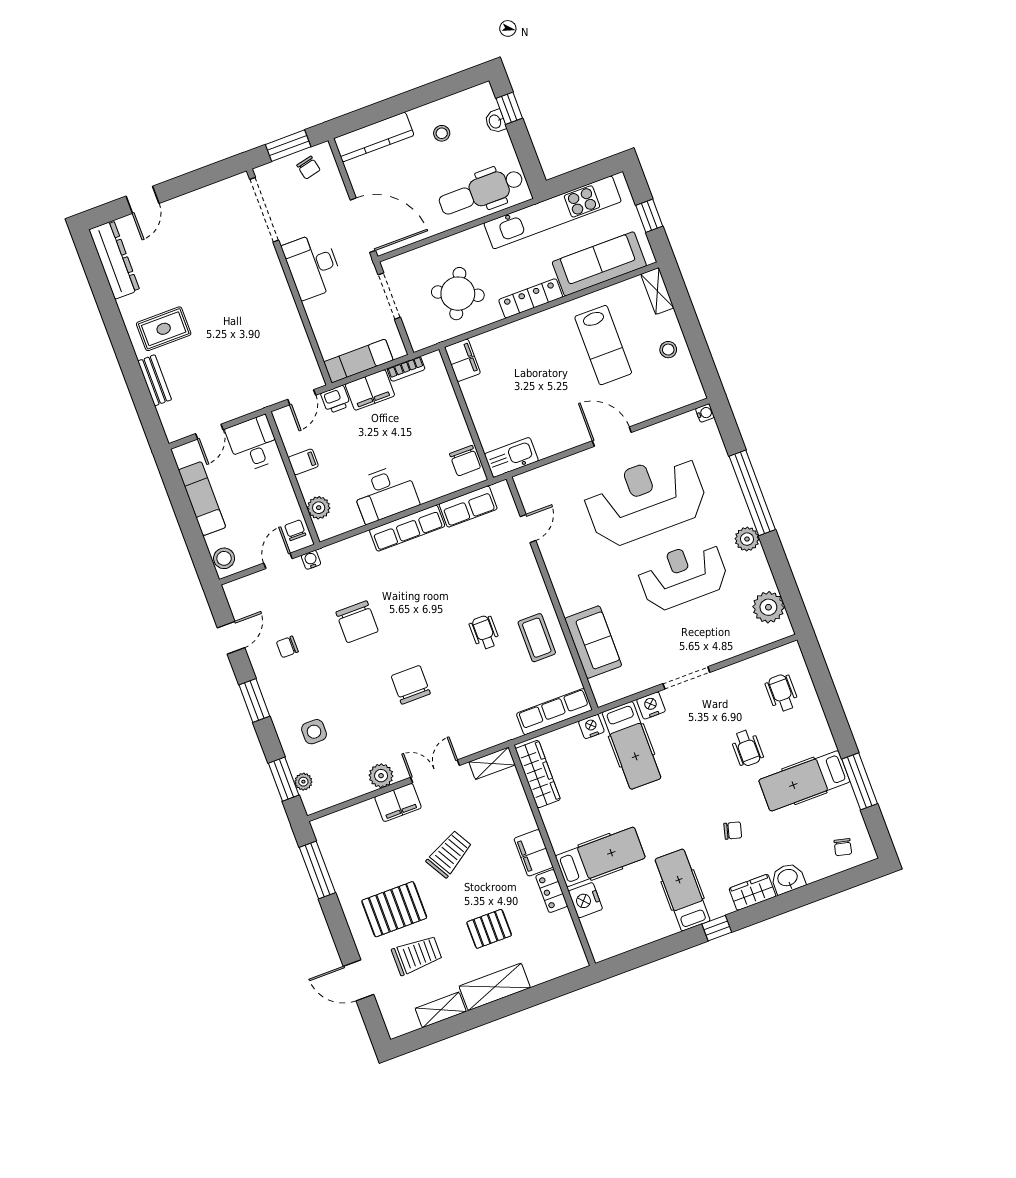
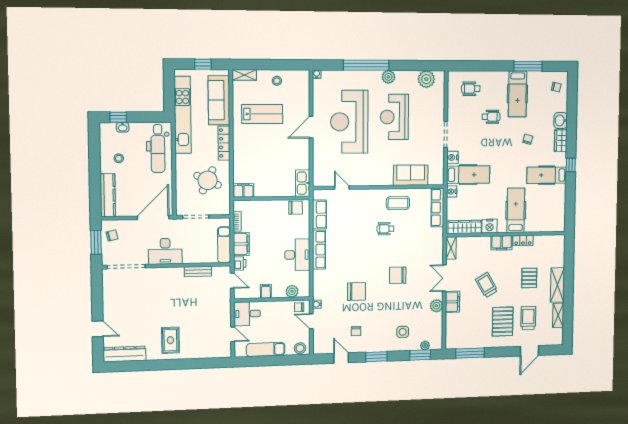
bench: (155, 380) -> (198, 271), moved
nightstand: (585, 900) -> (490, 226), moved

